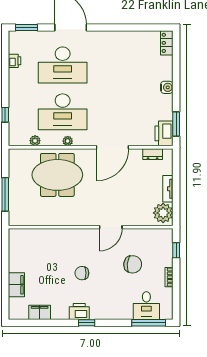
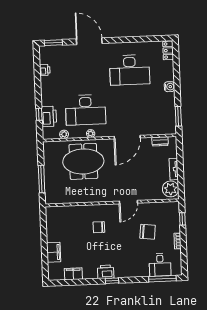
desk: (63, 65) -> (130, 70), moved
printer: (164, 133) -> (49, 116), moved, turned 180
chair: (82, 273) -> (99, 227), moved

